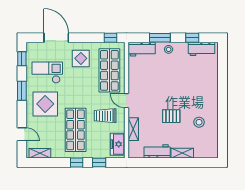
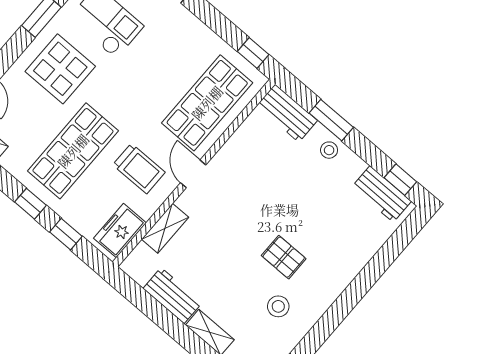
window: (192, 38) -> (400, 180), moved
display table: (81, 58) -> (178, 45), removed
trolley: (105, 116) -> (139, 169), turned 180
pallet: (171, 116) -> (284, 257), moved

